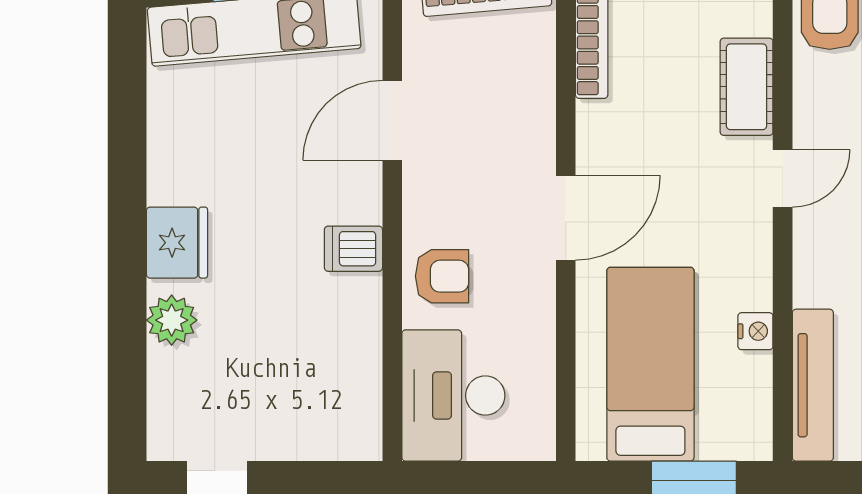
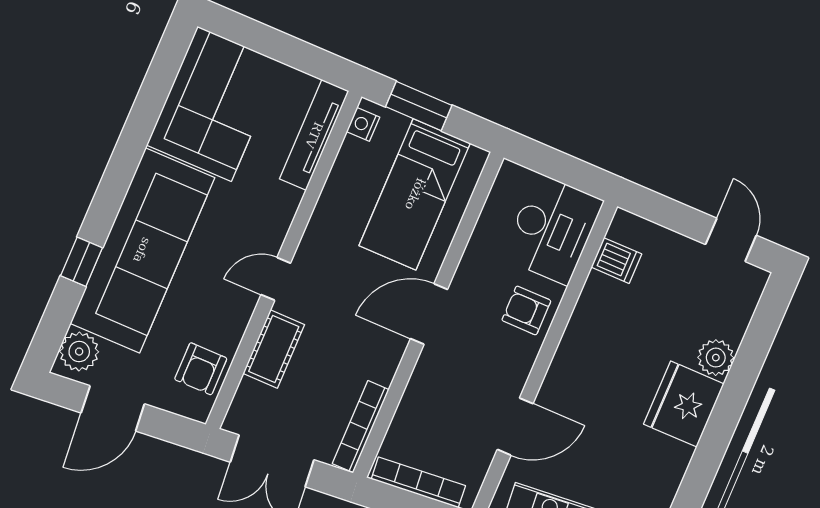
fridge: (177, 243) -> (684, 404), width x1.36, depth x1.34
dishwasher: (353, 249) -> (616, 261), moved
nightstand: (755, 331) -> (363, 124), moved

